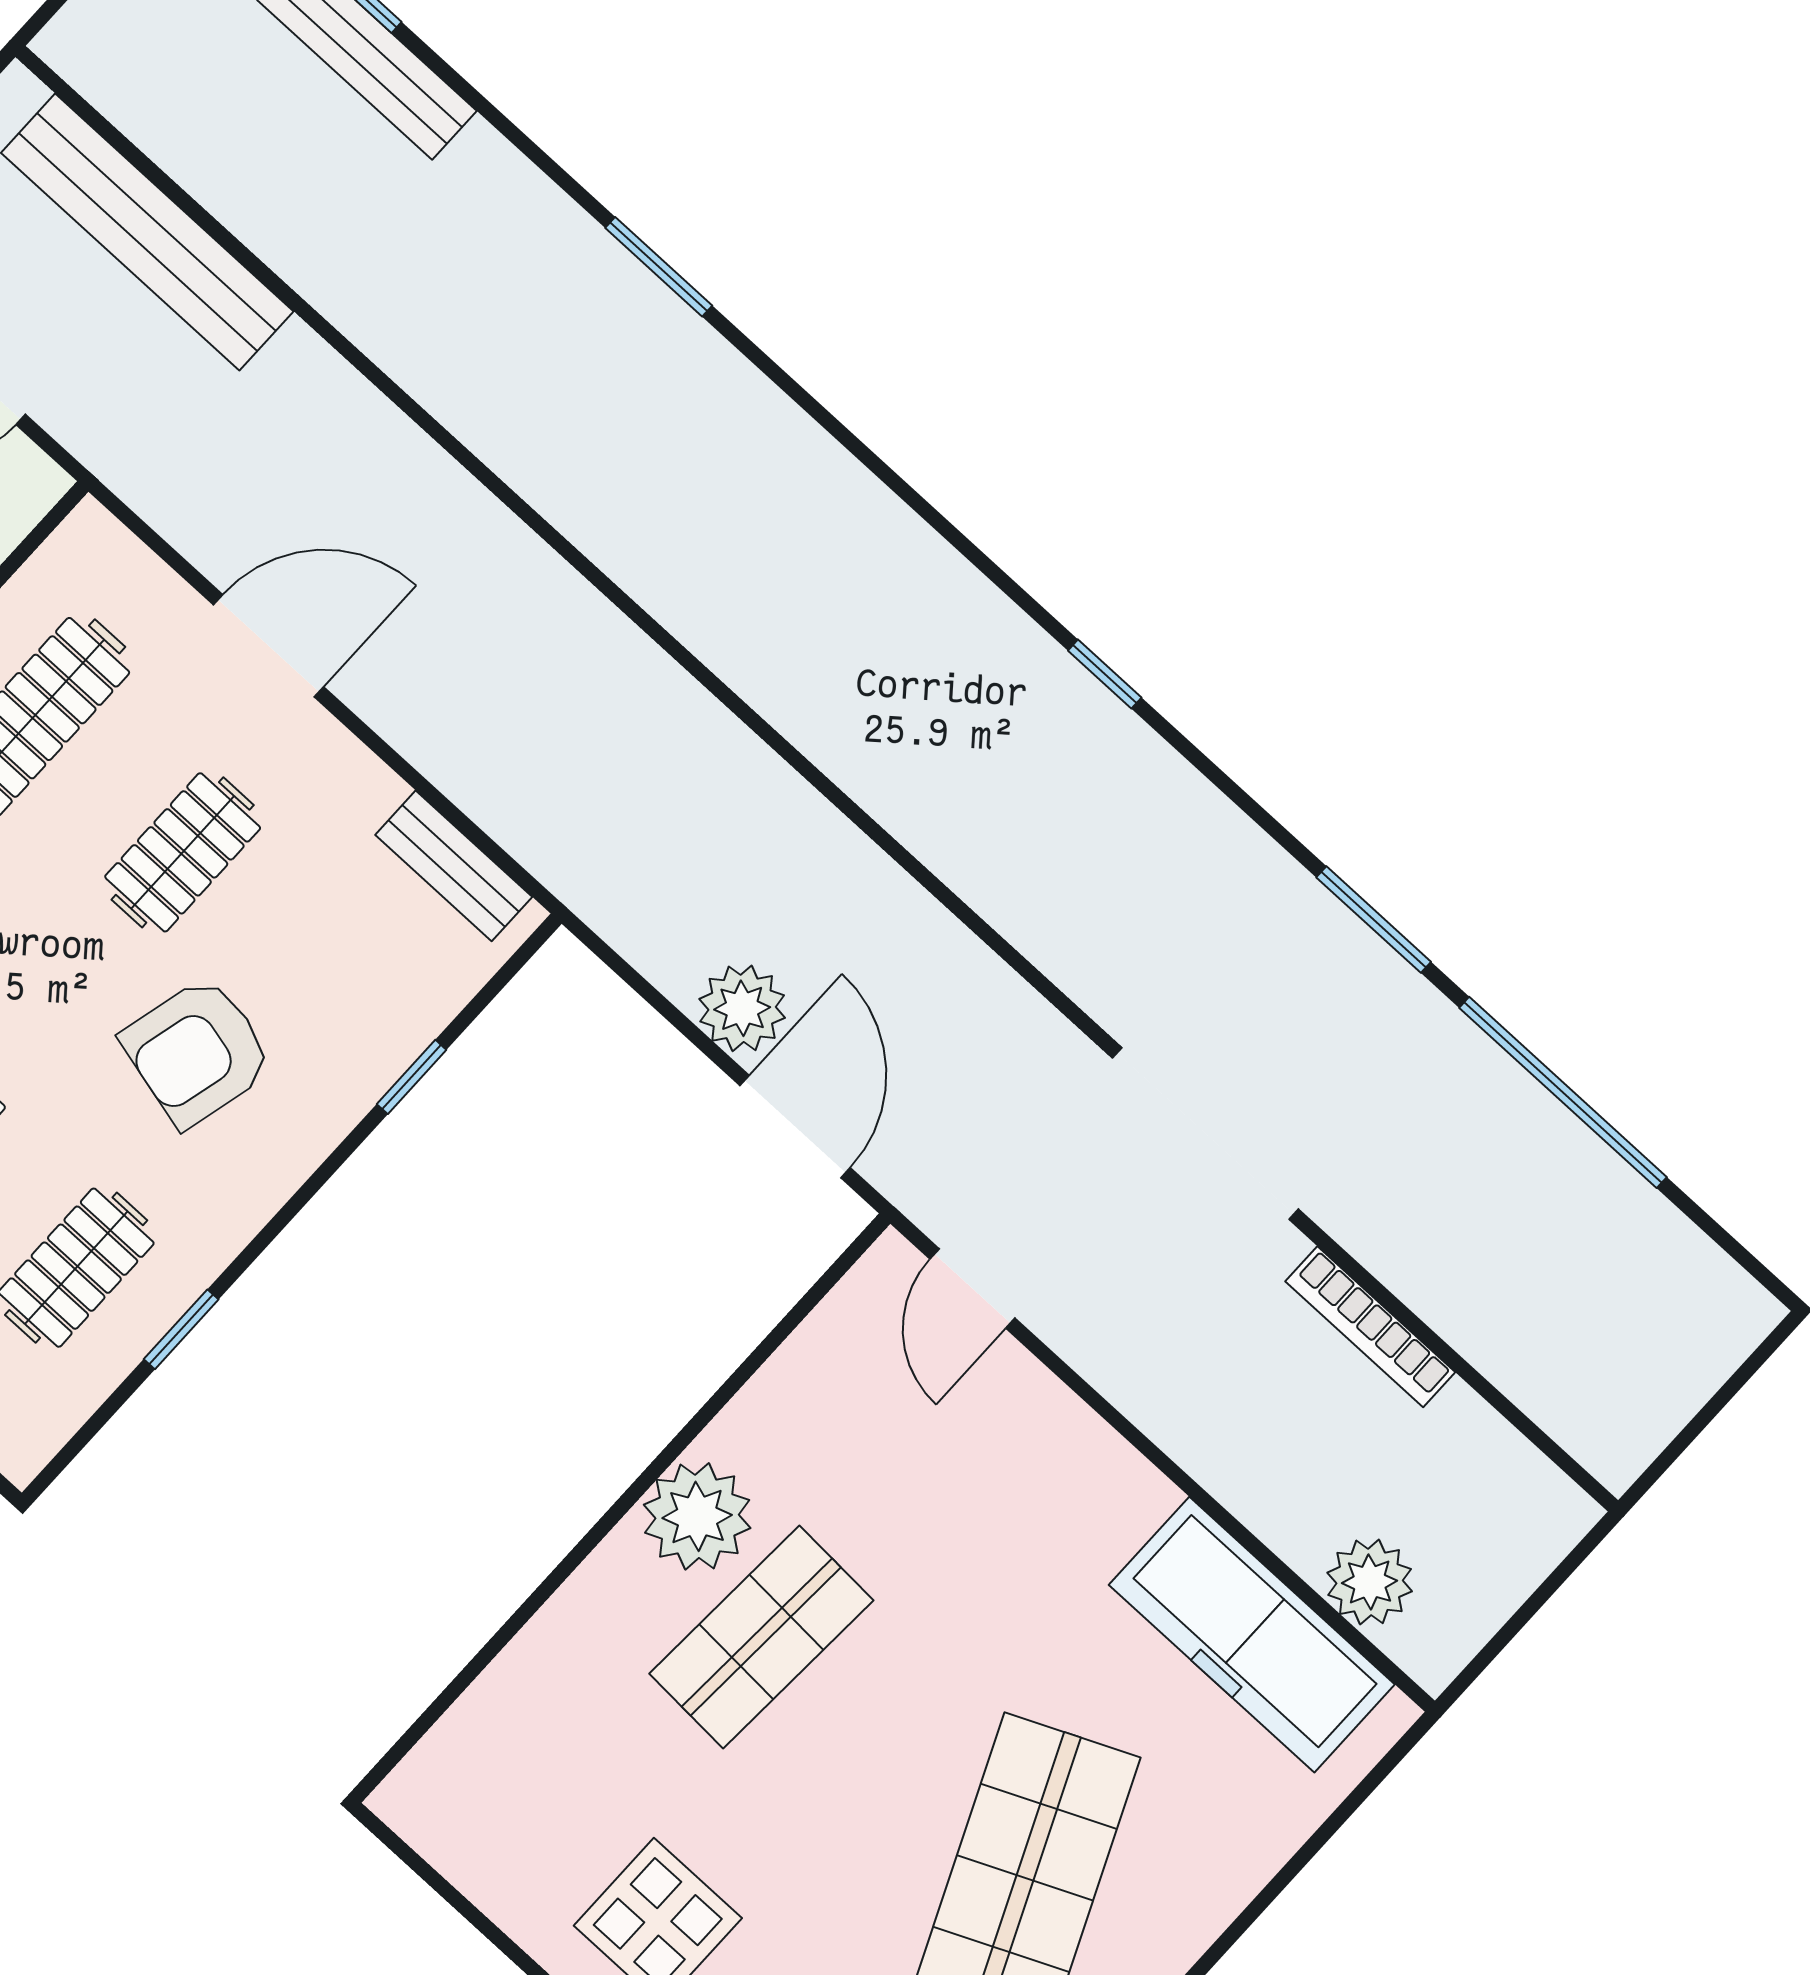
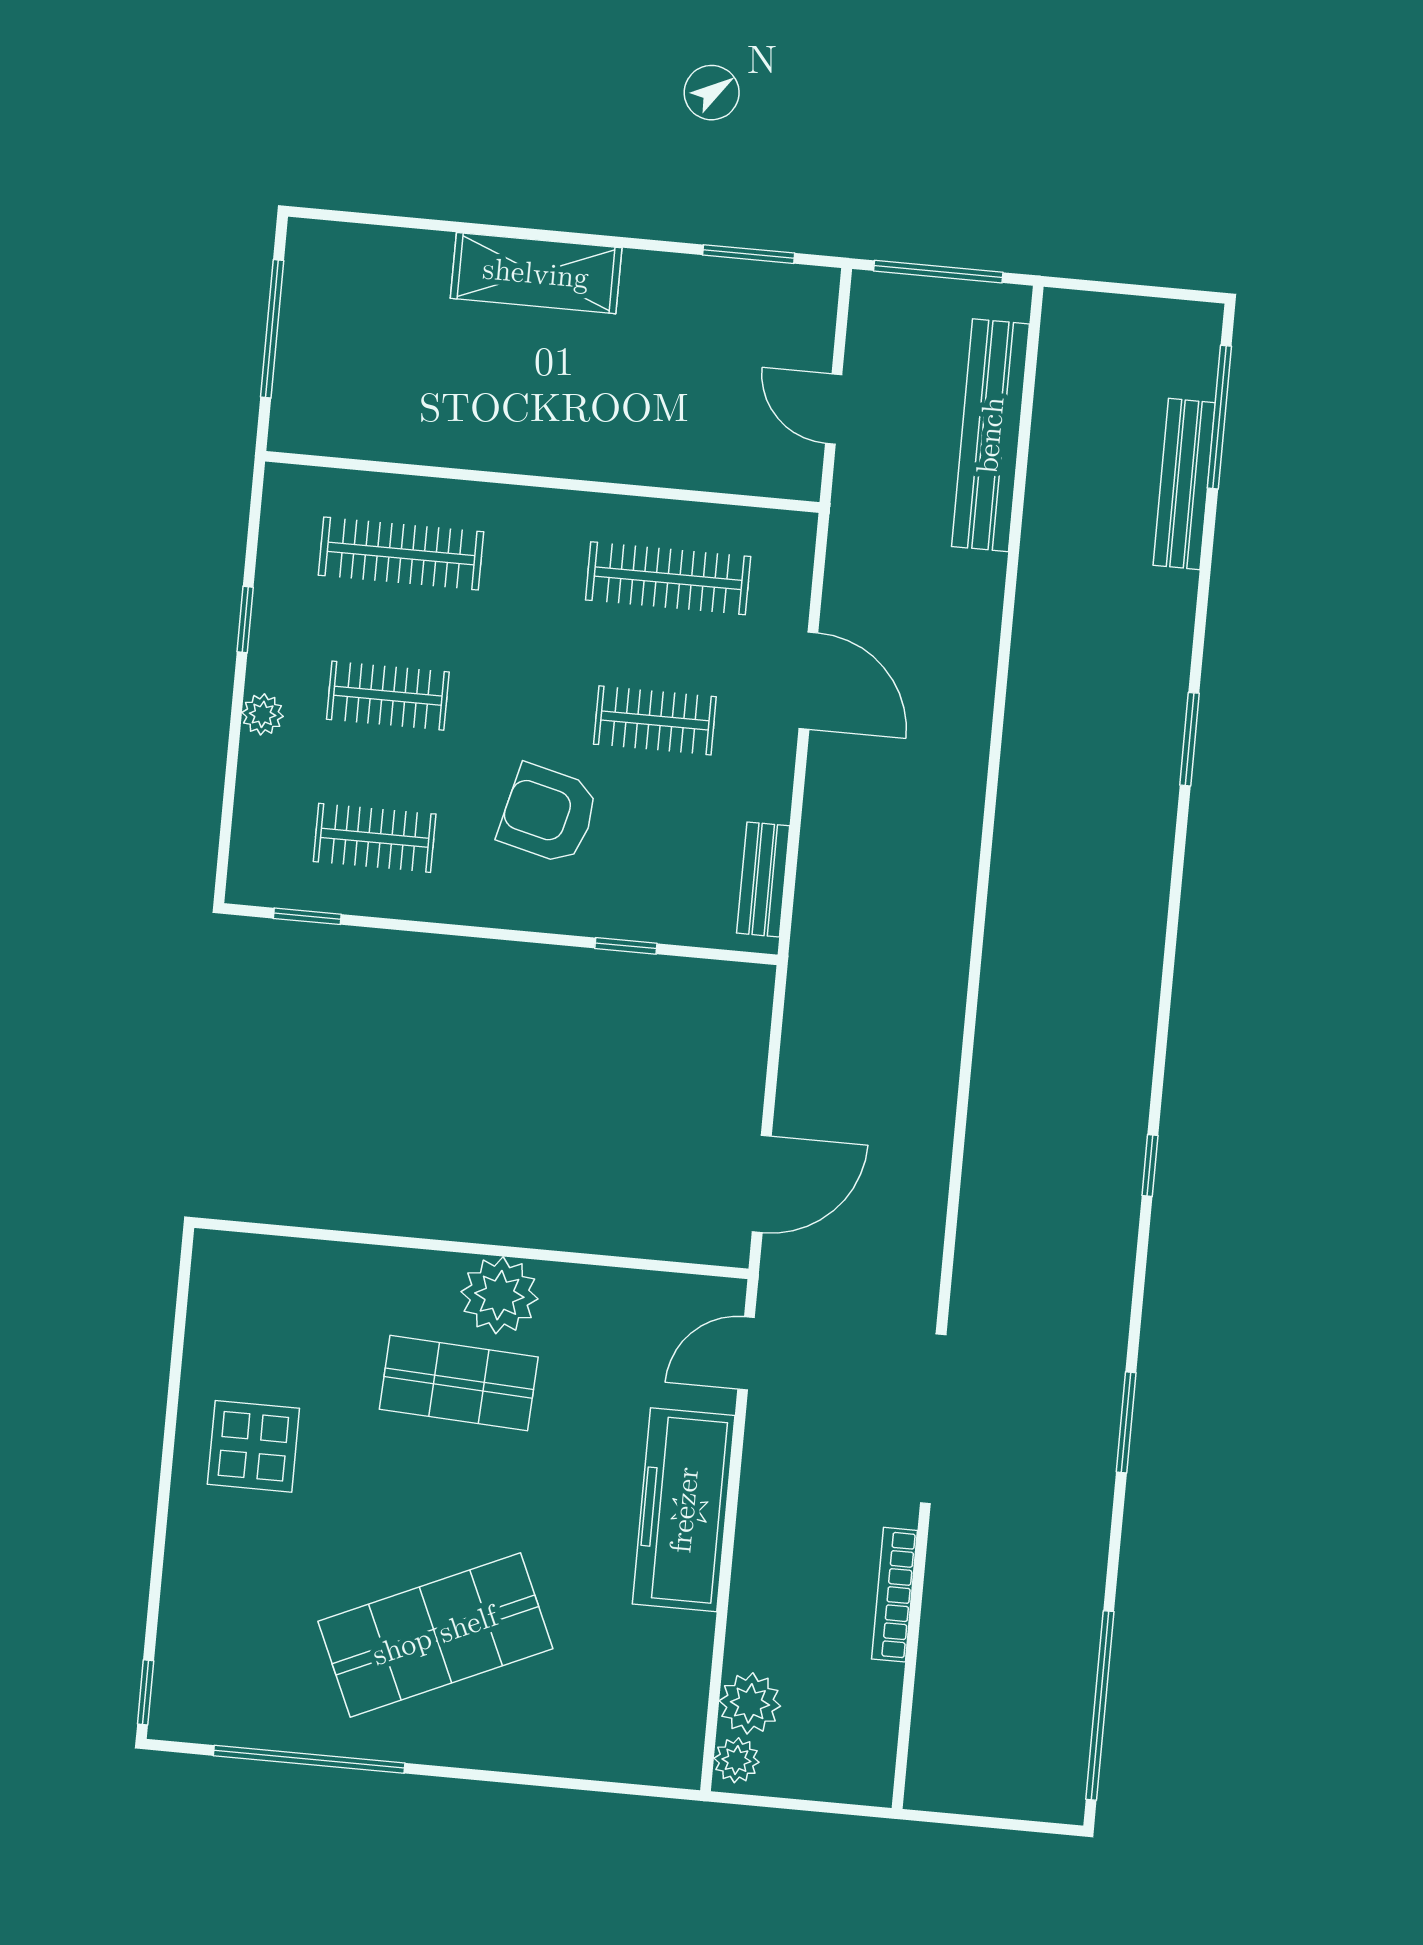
plant: (742, 1008) -> (736, 1760), moved, width x0.73, depth x0.73
window: (1563, 1092) -> (1100, 1705), moved
window: (181, 1329) -> (307, 916), moved
freezer: (1252, 1635) -> (684, 1510), moved

